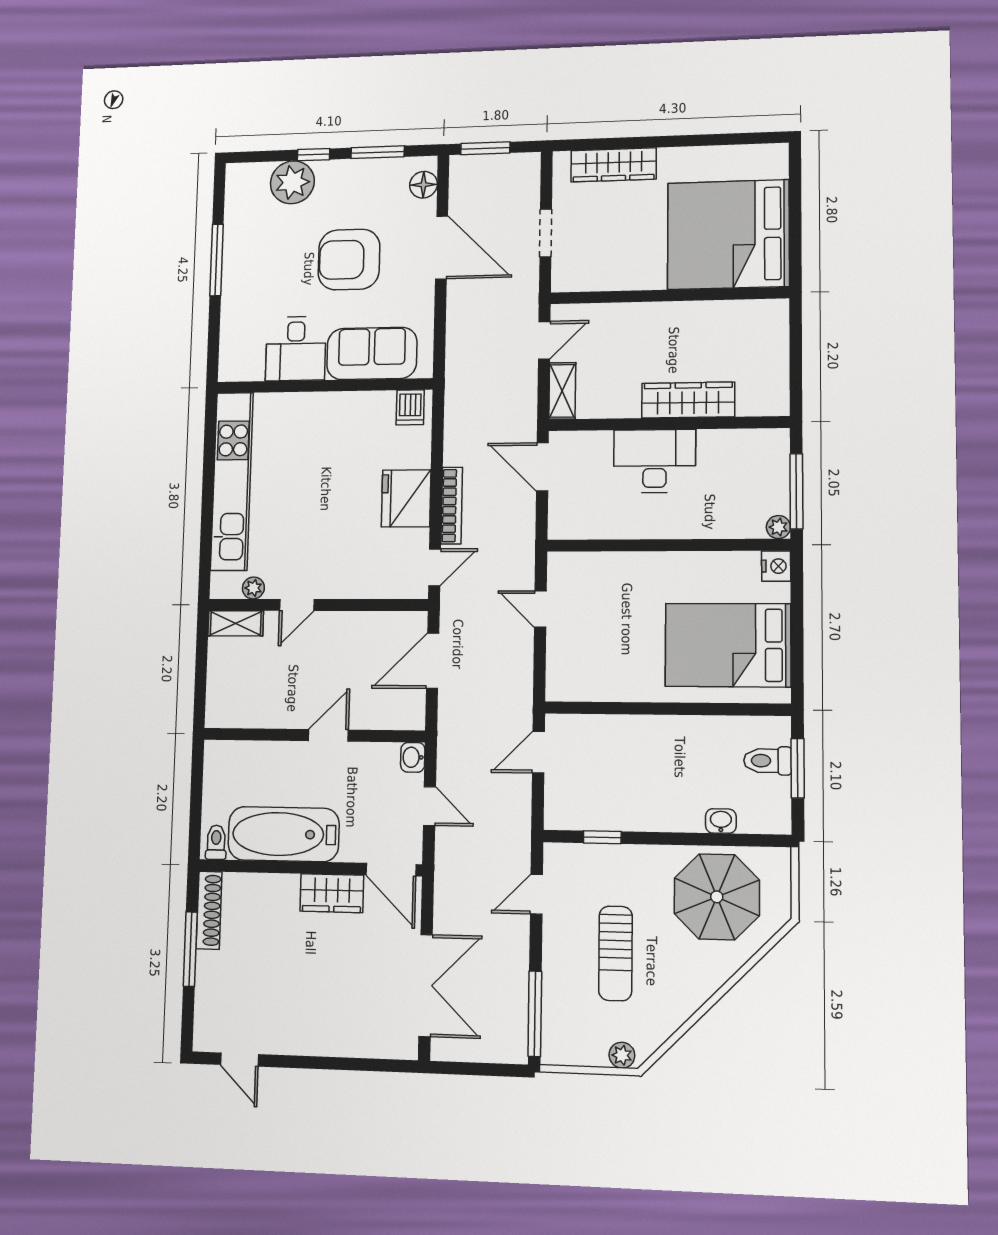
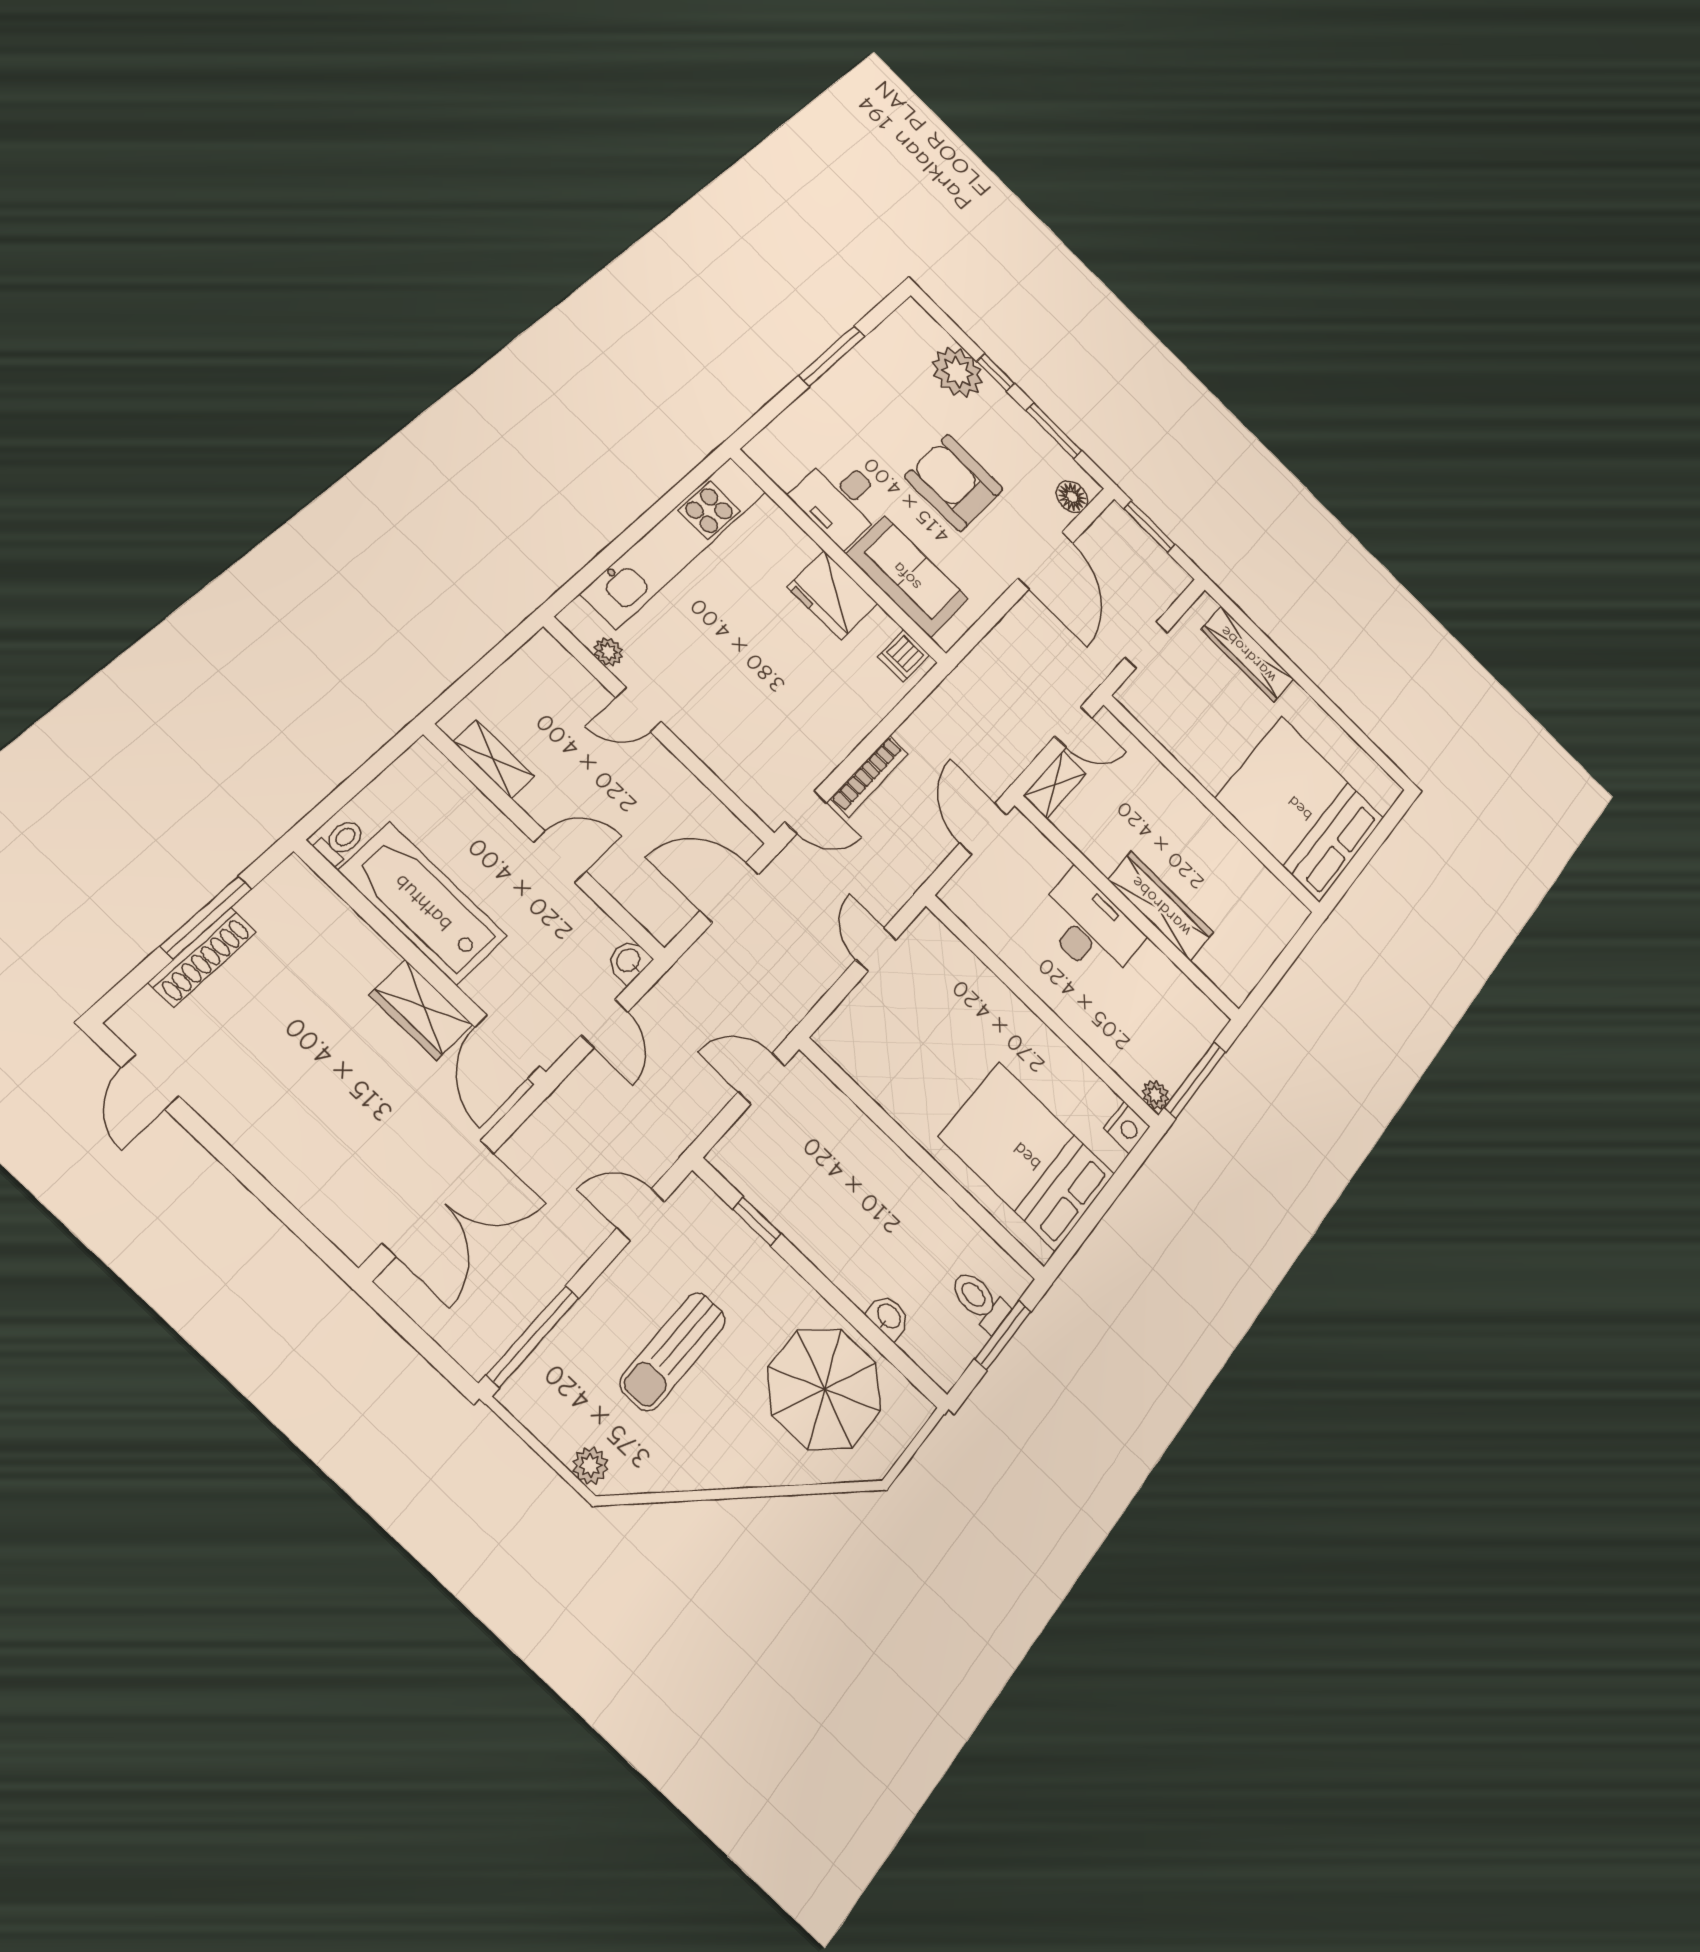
fridge: (406, 498) -> (833, 595), moved, turned -90
shelving: (236, 623) -> (494, 759), moved
shoe rack: (209, 910) -> (203, 957), moved

